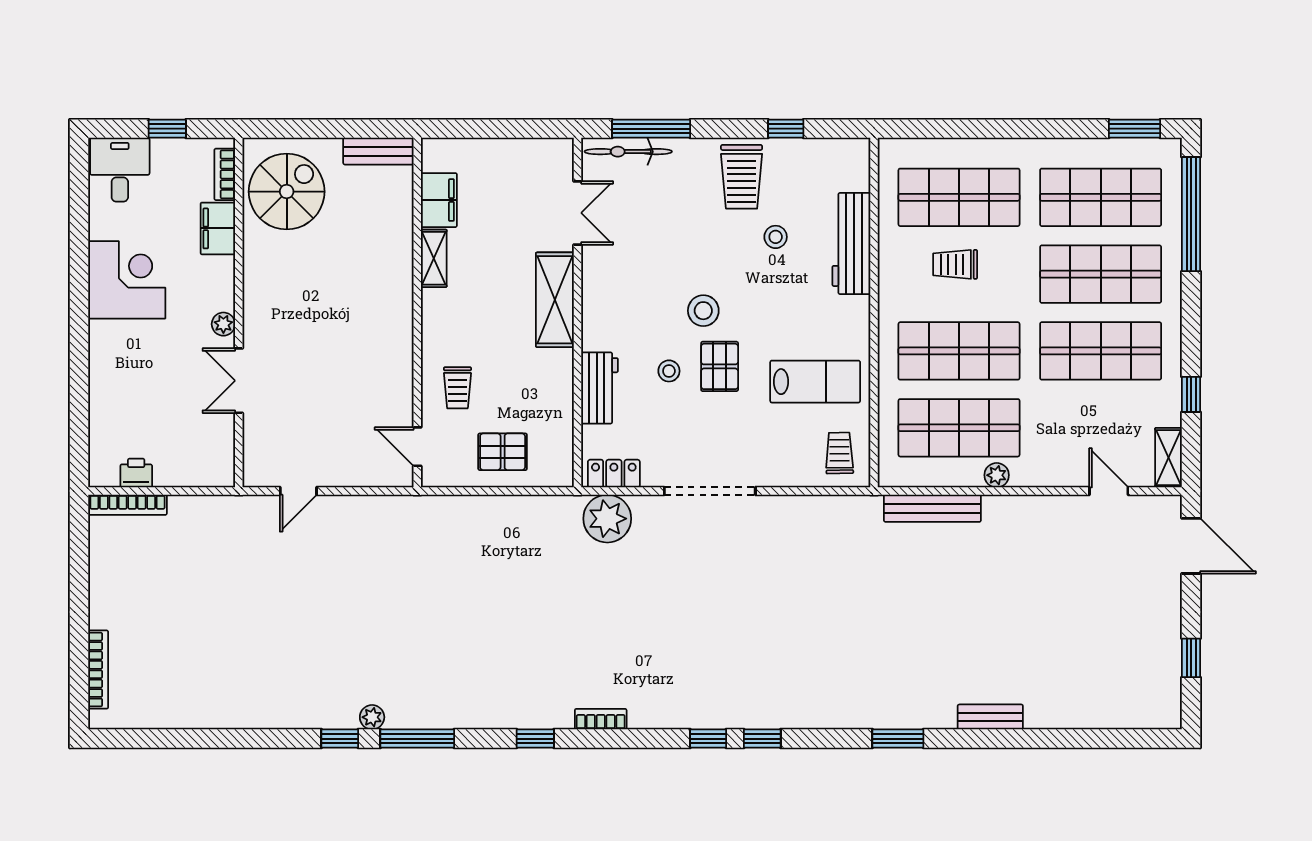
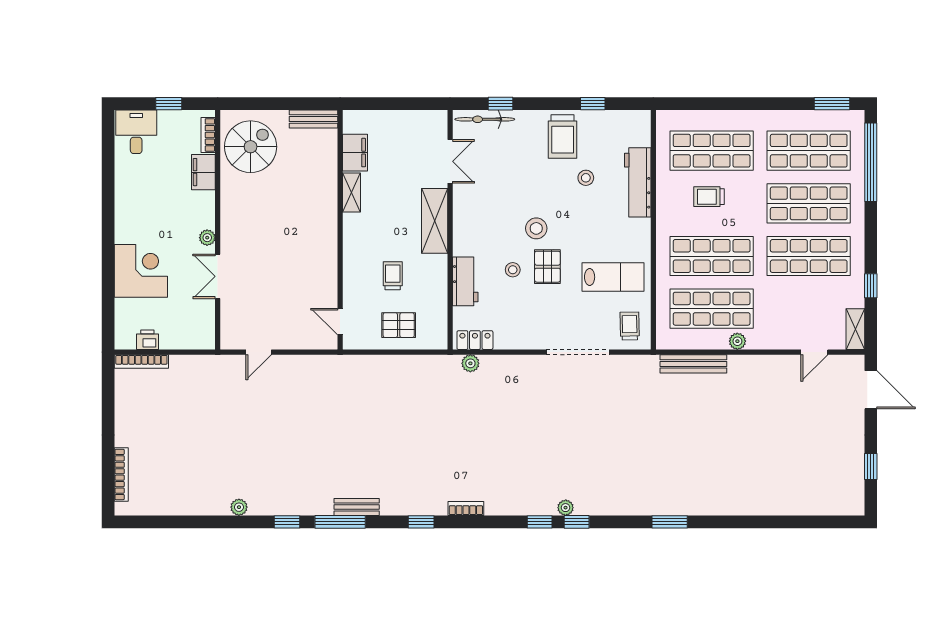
window: (651, 129) -> (500, 104), width x0.46
corner desk: (127, 280) -> (141, 271), moved
trolley: (457, 388) -> (393, 276), moved, turned 180
doorway: (710, 491) -> (578, 352), moved
door: (1109, 491) -> (814, 352), swing flipped
plant: (607, 519) -> (470, 363), width x0.53, depth x0.53
plant: (372, 717) -> (239, 507), moved
bench: (990, 717) -> (357, 507), moved
plant: (746, 718) -> (566, 508), added

